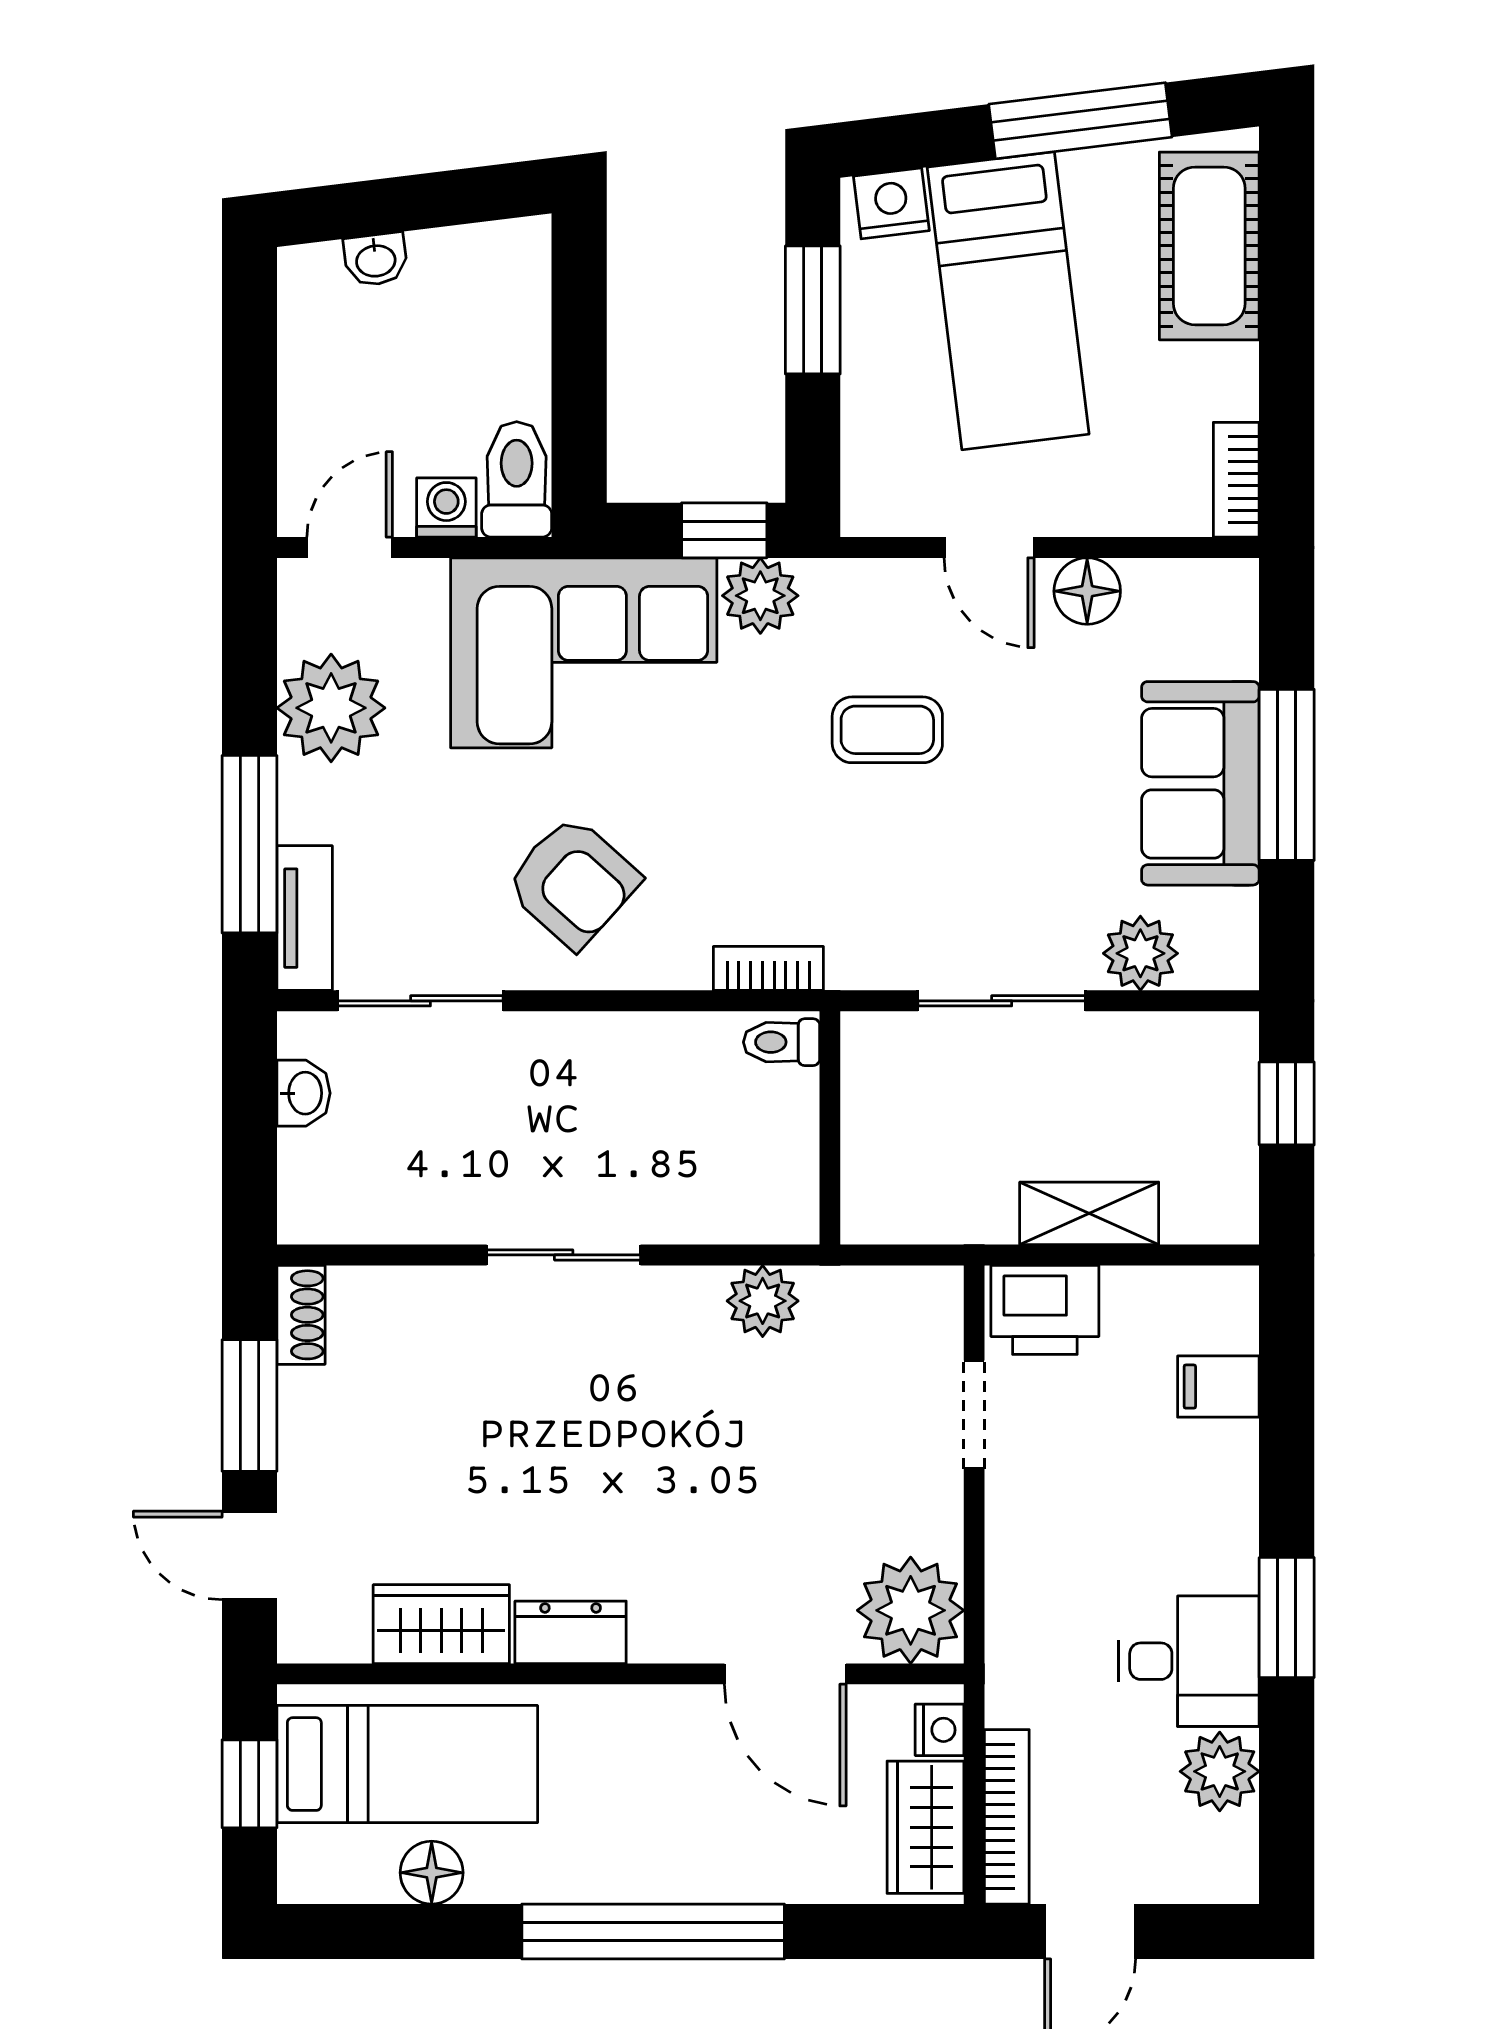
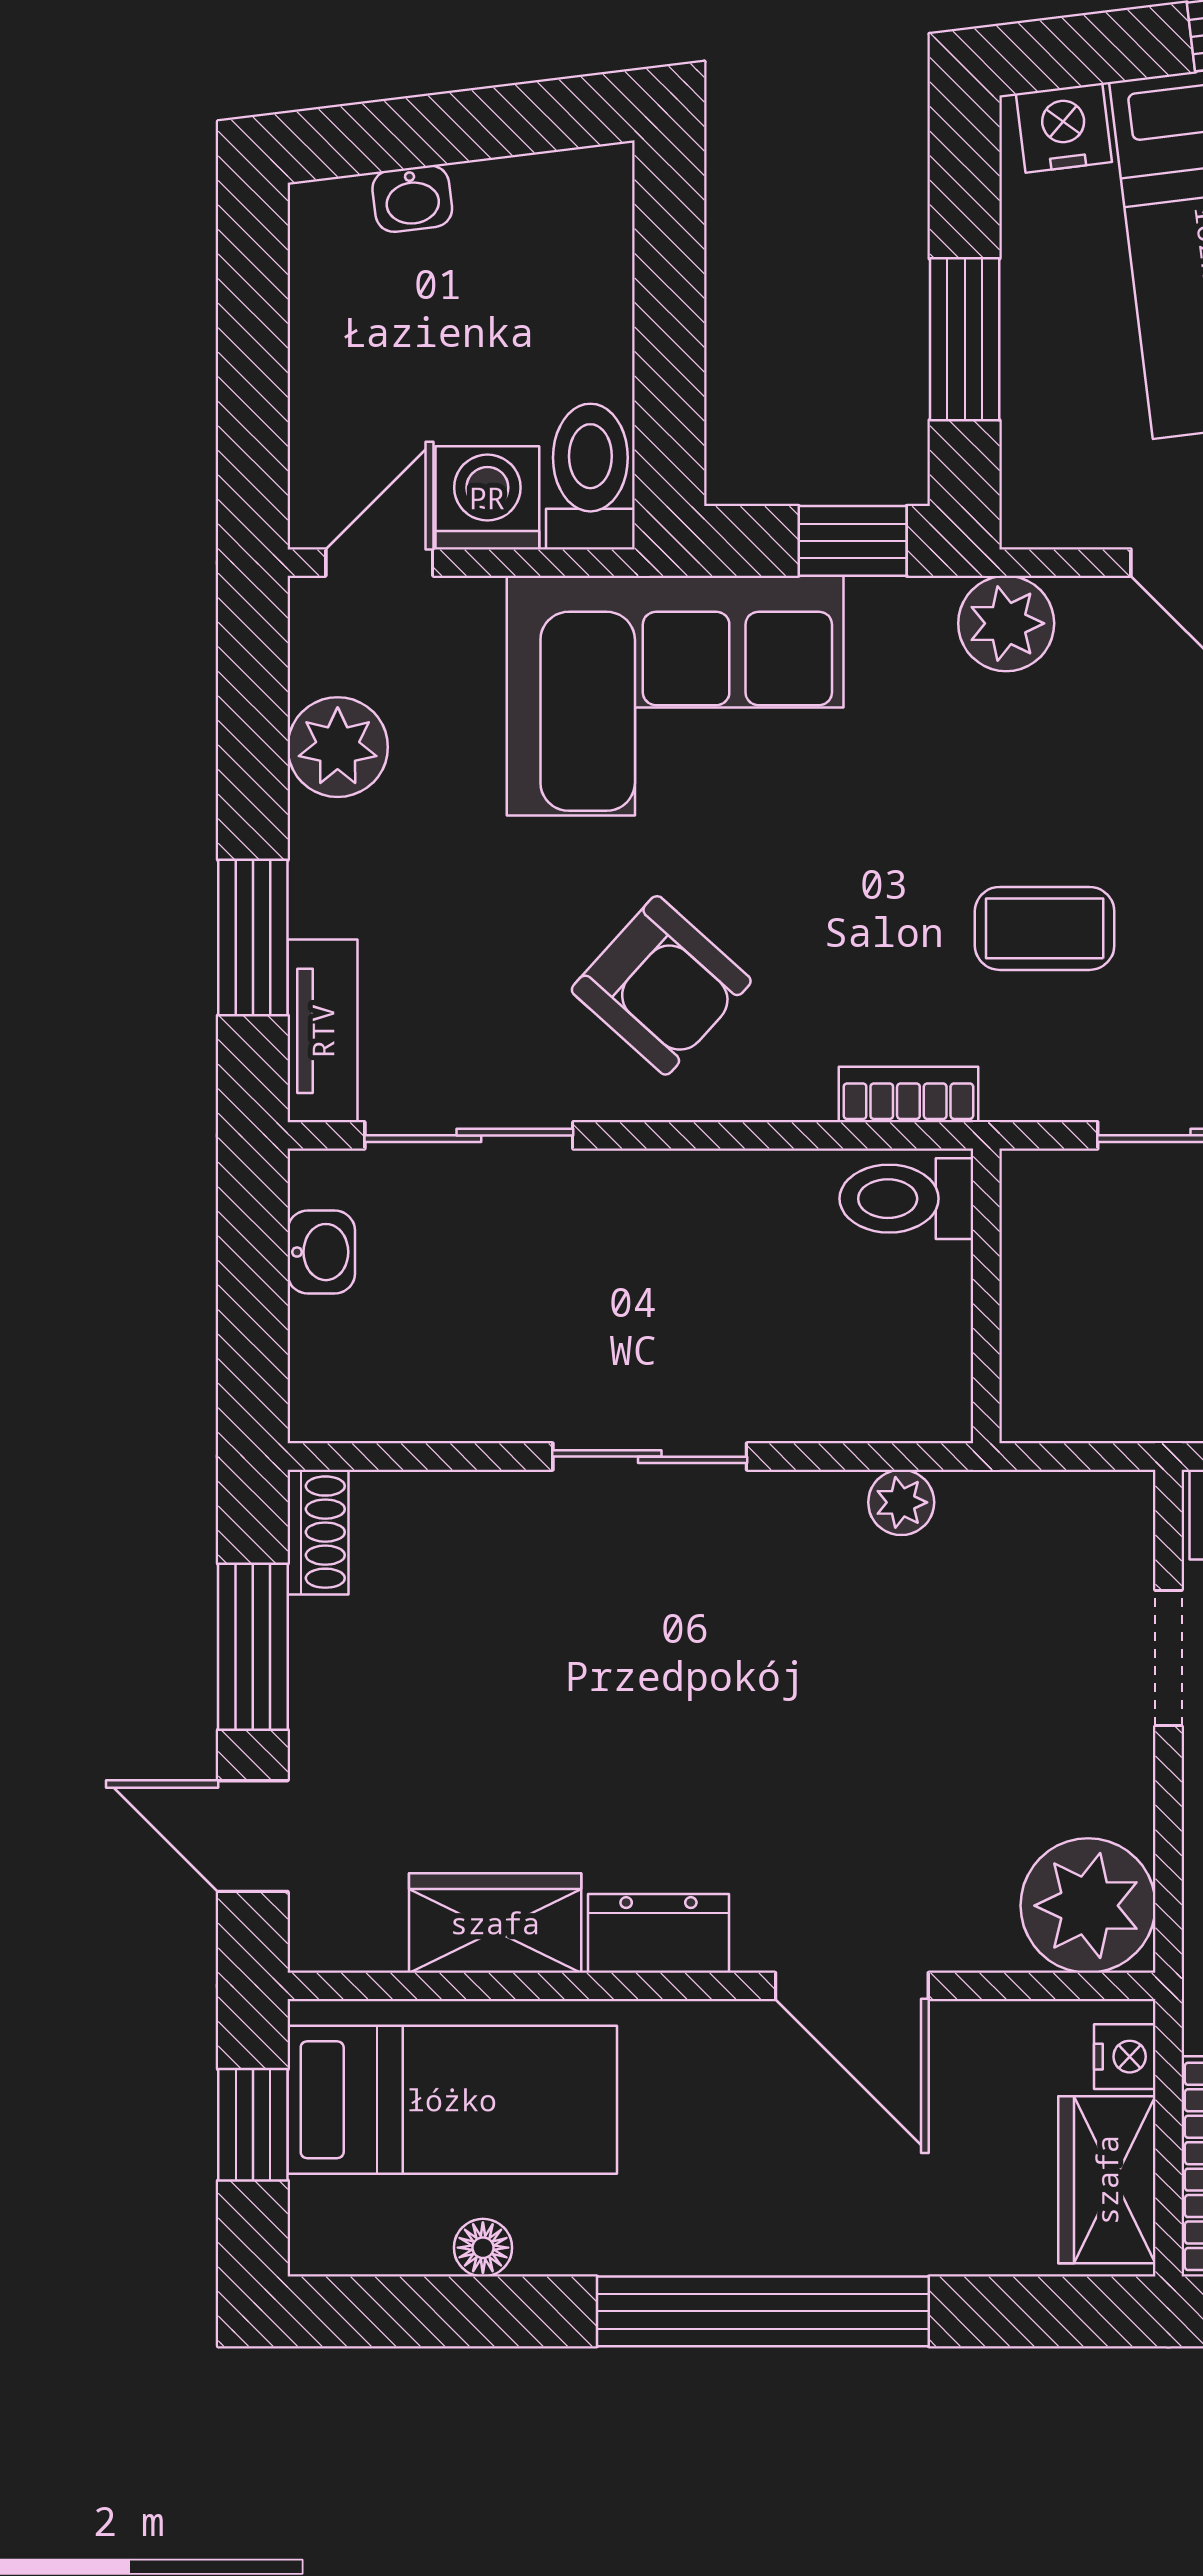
window: (813, 310) -> (965, 339), moved
washing machine: (446, 507) -> (487, 498), width x1.38, depth x1.38
plant: (760, 596) -> (1006, 623), moved
plant: (331, 708) -> (338, 747), width x0.73, depth x0.73
coffee table: (887, 730) -> (1045, 928), moved
window: (250, 844) -> (253, 938), width x0.69
toilet: (781, 1042) -> (906, 1199), width x1.37, depth x1.39
plant: (763, 1301) -> (901, 1502), width x0.73, depth x0.73
door: (785, 1674) -> (852, 1986), moved
floor lamp: (432, 1873) -> (483, 2248), width x0.73, depth x0.73

